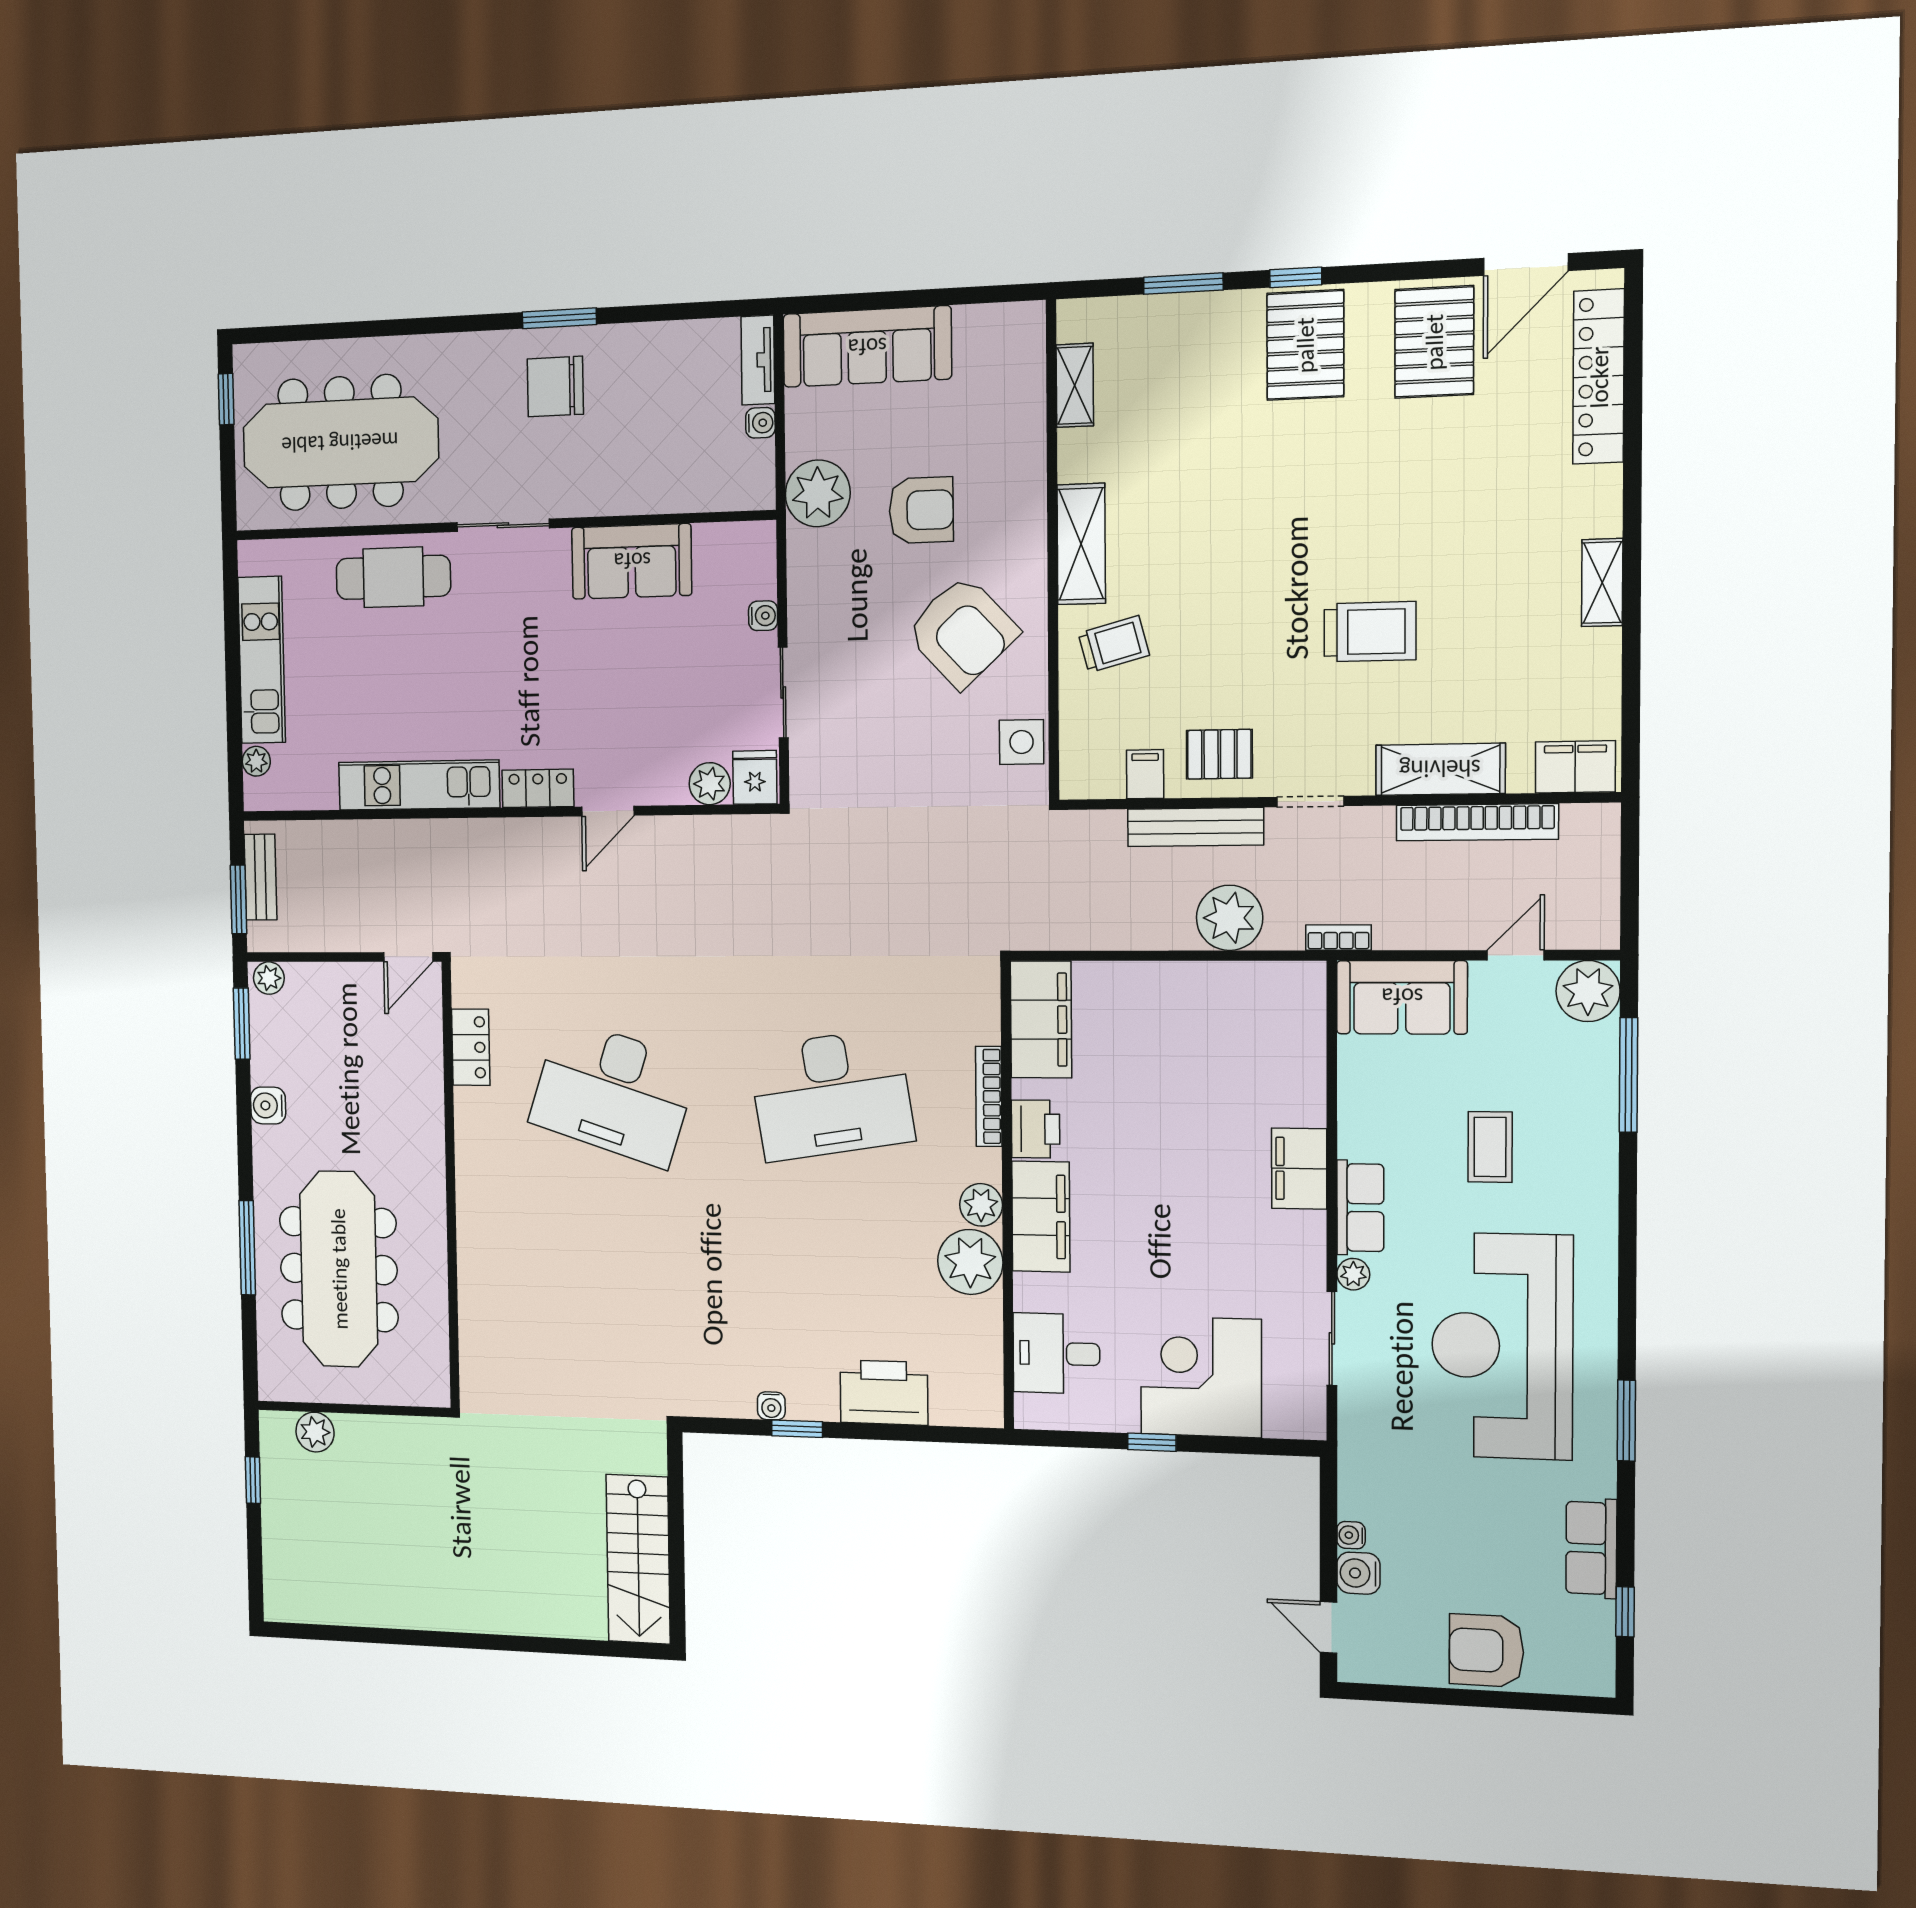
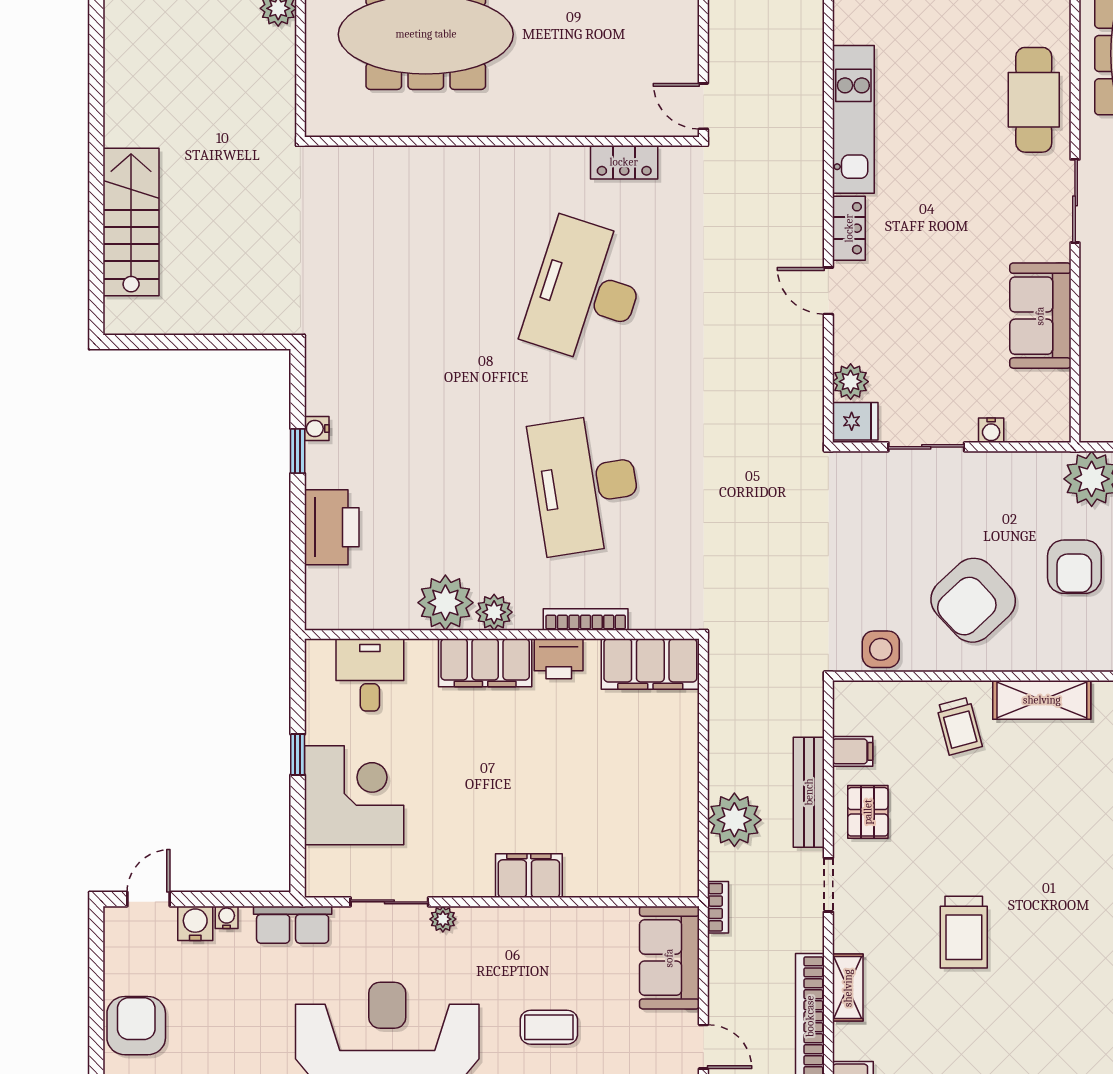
shelving: (1440, 769) -> (848, 988), width x0.67, depth x0.75
row of seats: (1360, 1208) -> (293, 925), moved
stairs: (638, 1559) -> (131, 222), moved, turned 90

